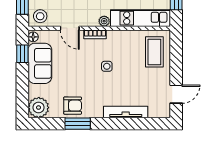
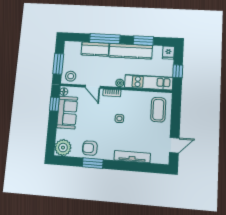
armchair: (73, 106) -> (90, 148), turned 180

